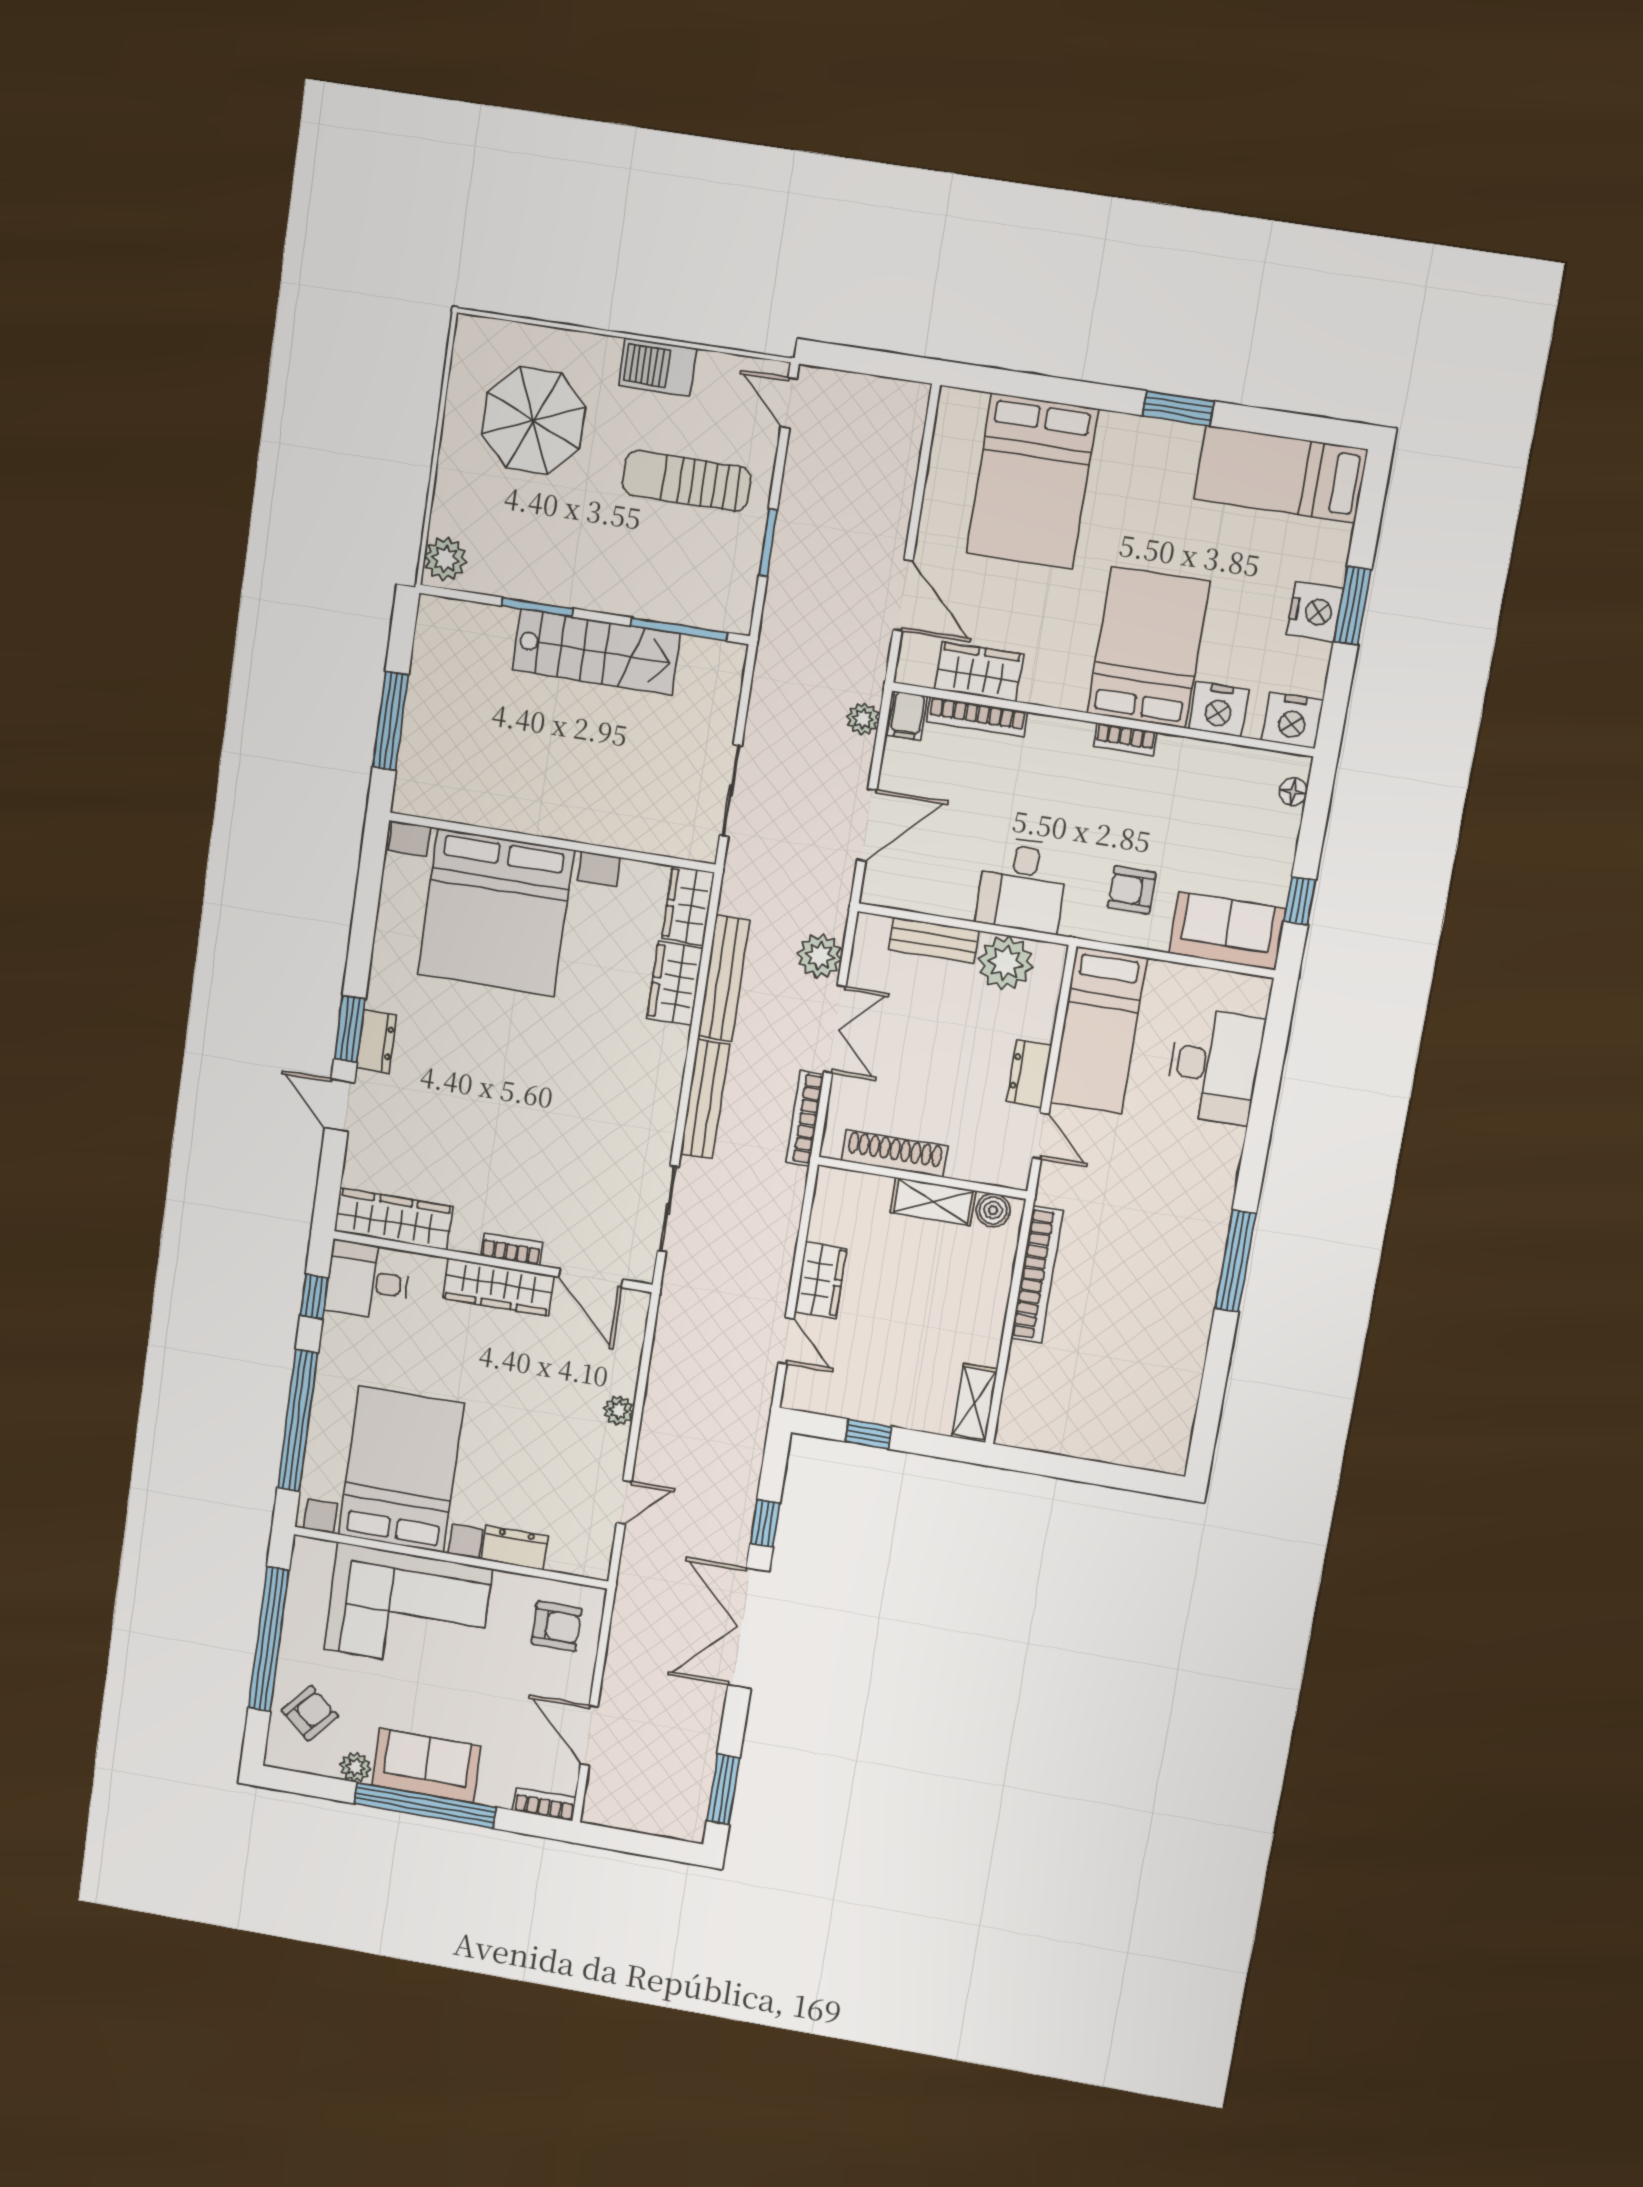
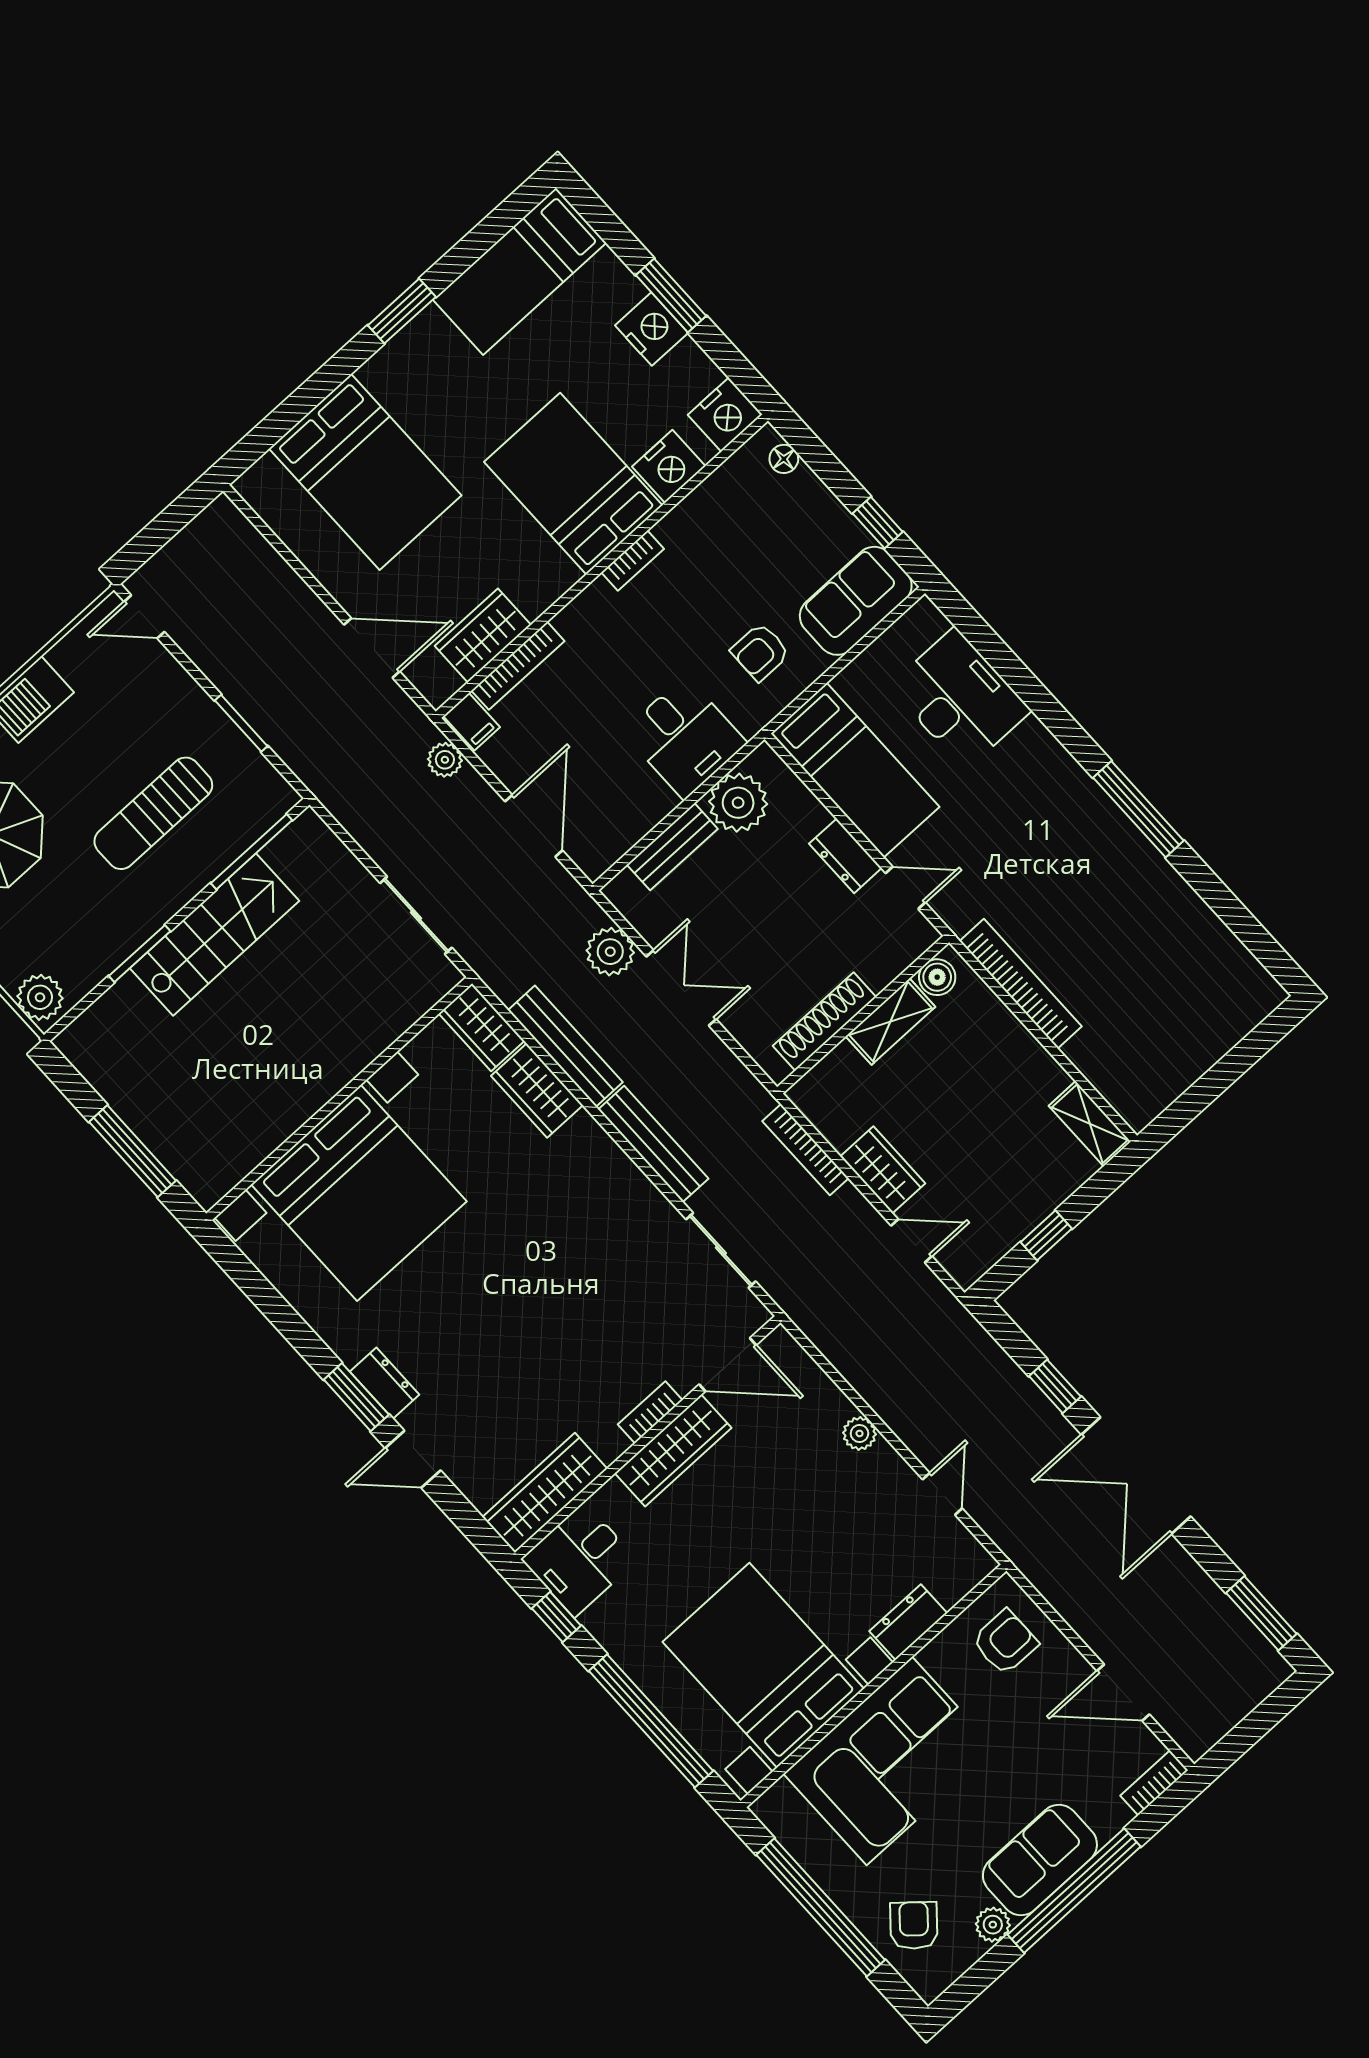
sun lounger: (686, 481) -> (153, 813), moved
bookcase: (805, 1118) -> (805, 1150), moved

